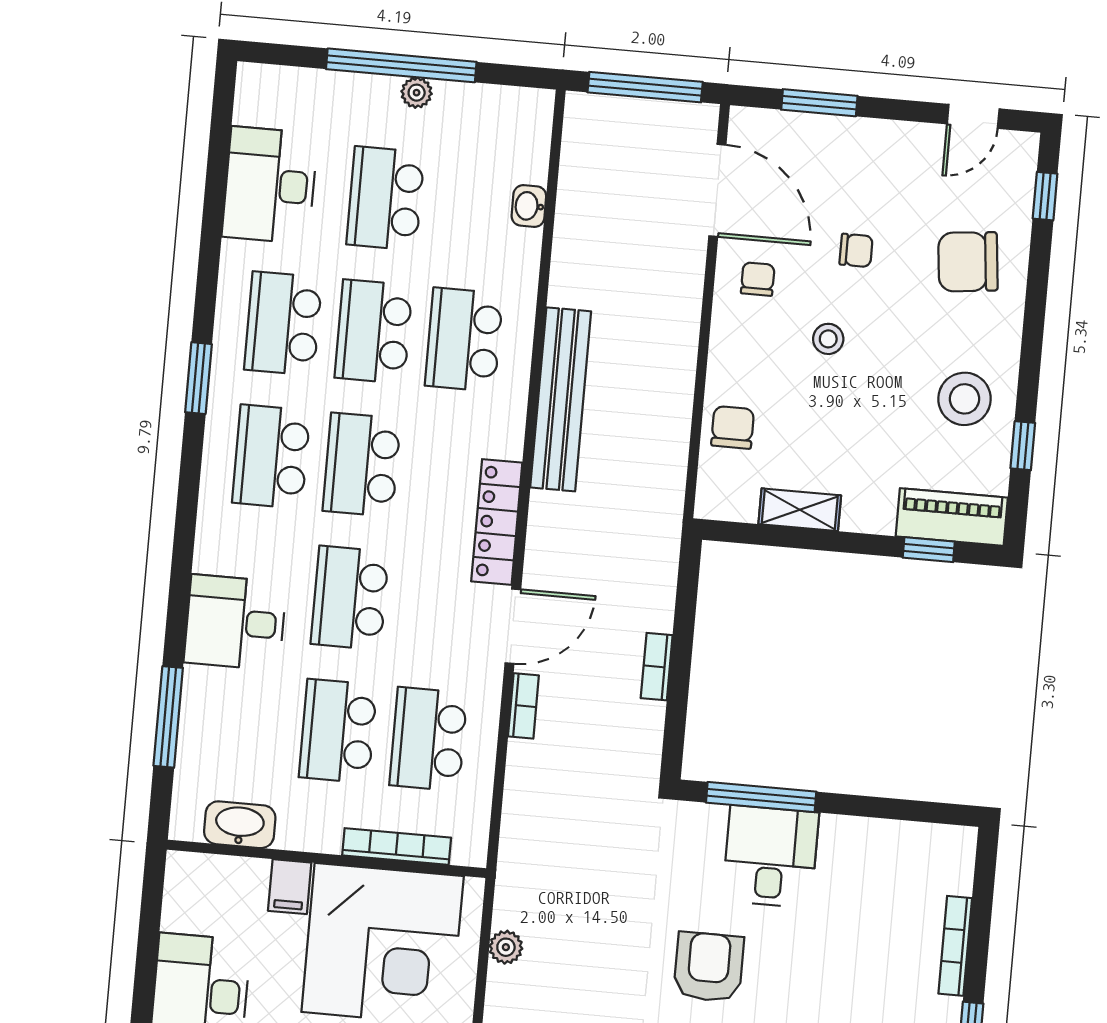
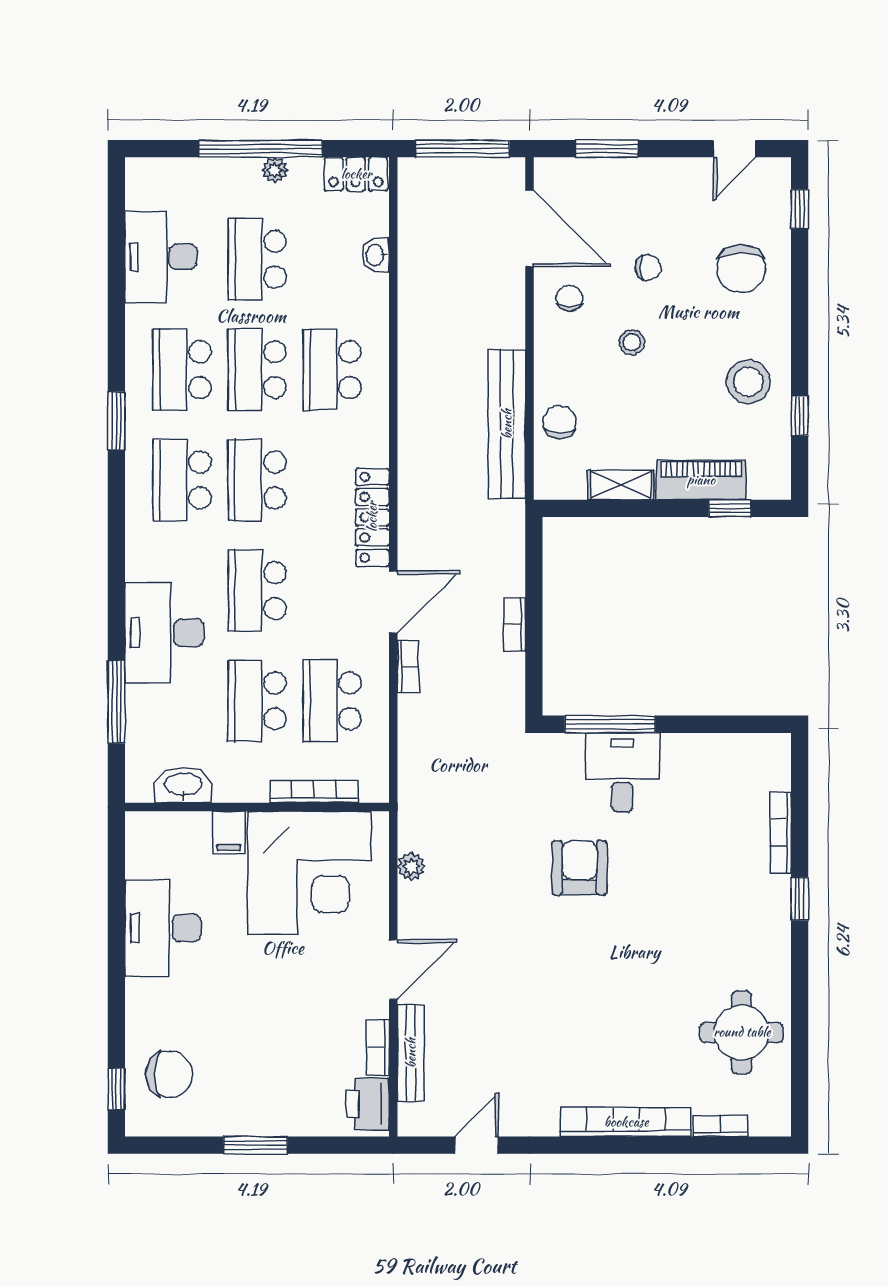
locker: (514, 106) -> (356, 174), added
chair: (968, 262) -> (741, 269), turned -84
bench: (561, 399) -> (507, 424), moved
piano: (952, 517) -> (701, 480), moved
desk: (235, 622) -> (165, 633), width x1.37

